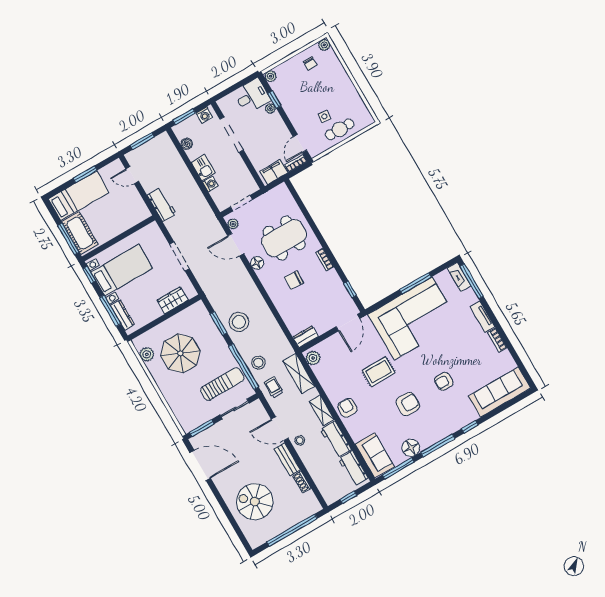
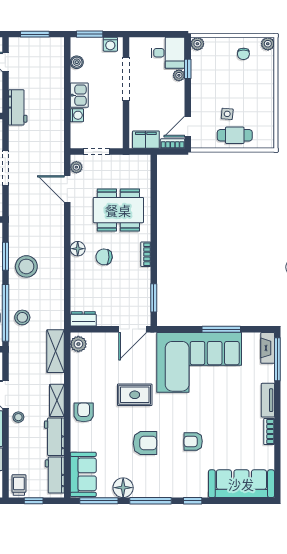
floor lamp: (257, 263) -> (78, 249), moved
window: (350, 289) -> (154, 298), width x1.50
trolley: (274, 387) -> (19, 485), moved

